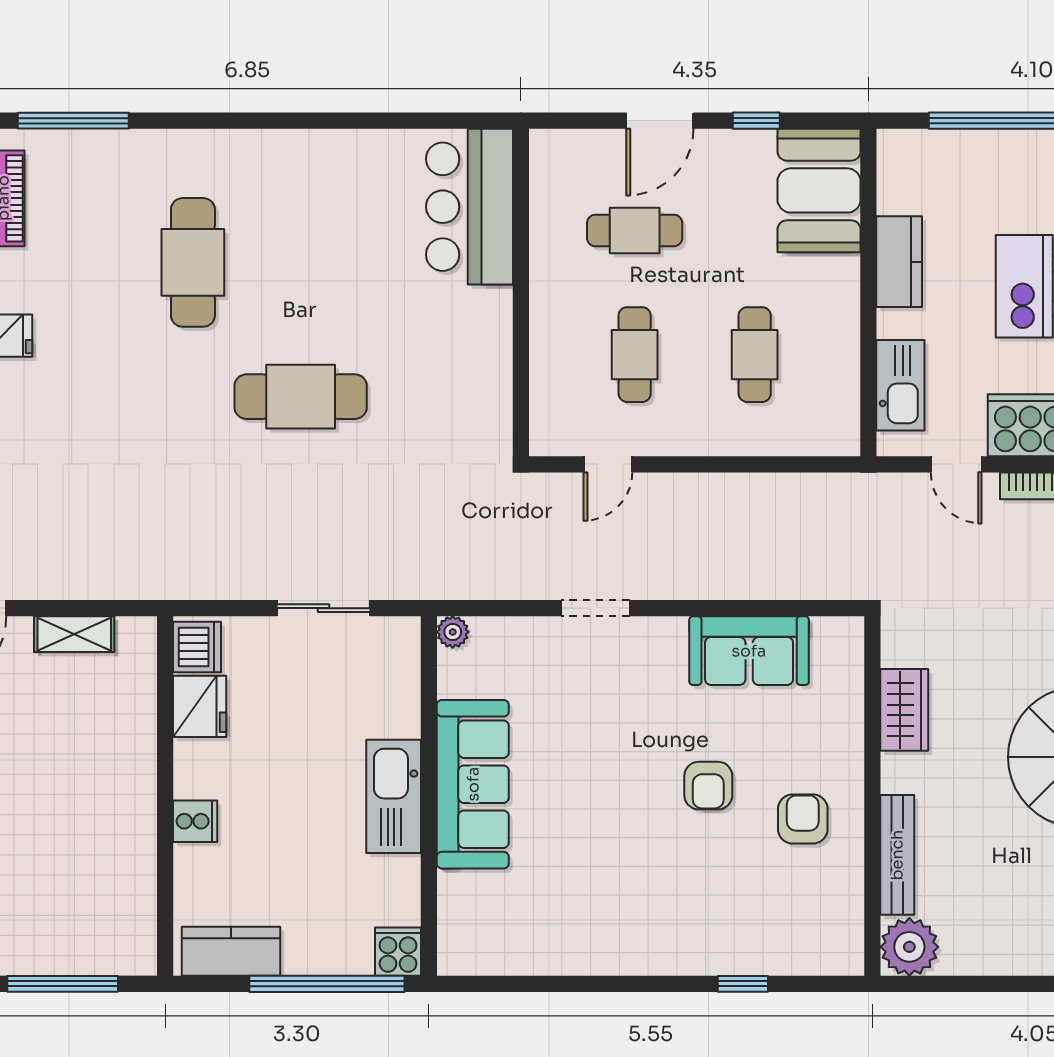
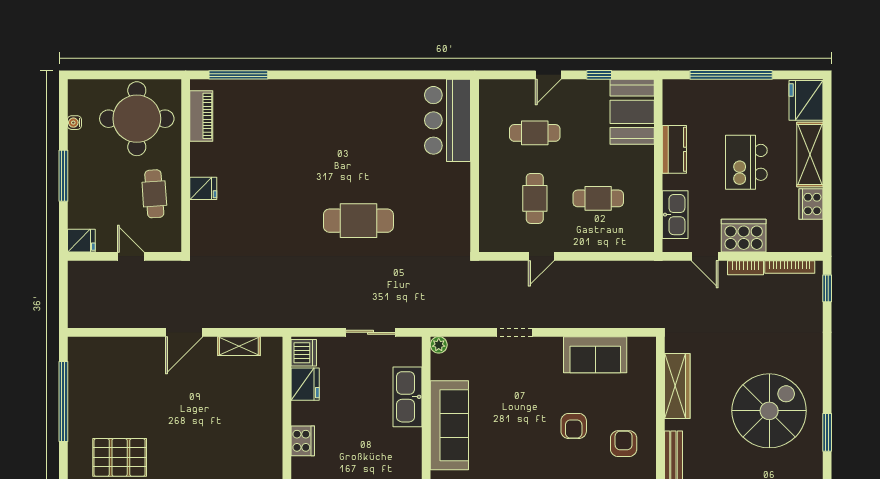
door: (660, 121) -> (548, 75), width x0.73
cafe table: (193, 262) -> (302, 150), removed
cafe table: (755, 355) -> (598, 198), turned 90
door: (608, 464) -> (541, 256), moved
wardrobe: (904, 710) -> (677, 386), width x1.50
kitchen sink: (394, 796) -> (408, 397), moved
cooker: (195, 821) -> (303, 441), width x1.36

